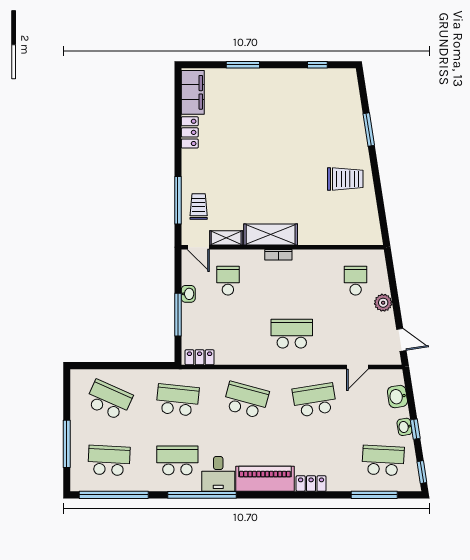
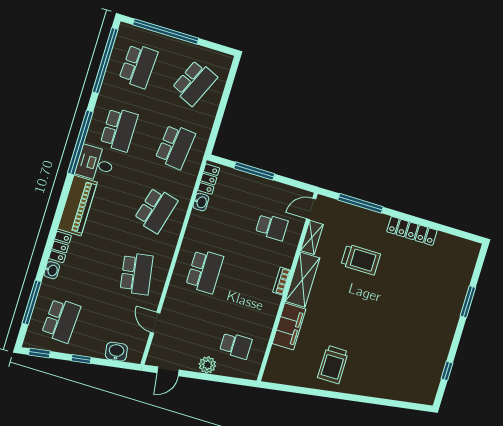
filing cabinet: (193, 92) -> (289, 326), moved, turned -90
window: (369, 129) -> (372, 400), removed
locker: (190, 132) -> (412, 231), width x1.53
trolley: (199, 207) -> (361, 259), moved, width x1.36, depth x1.39
washbasin: (188, 294) -> (201, 202), moved, turned -90
washbasin: (405, 427) -> (52, 270), moved, turned 99
window: (67, 444) -> (166, 31), width x1.46

